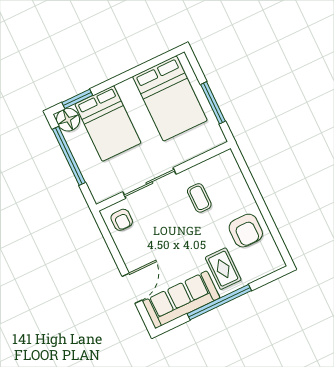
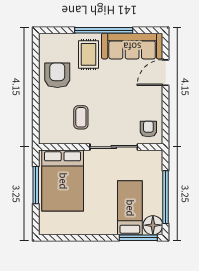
bed: (170, 98) -> (63, 181), moved, turned 180
window: (77, 99) -> (138, 238), width x1.44
bed: (108, 123) -> (130, 208), width x0.67

